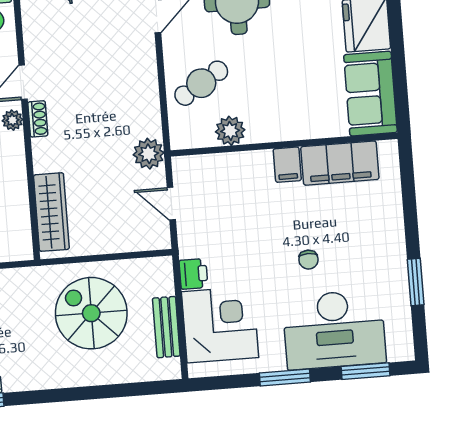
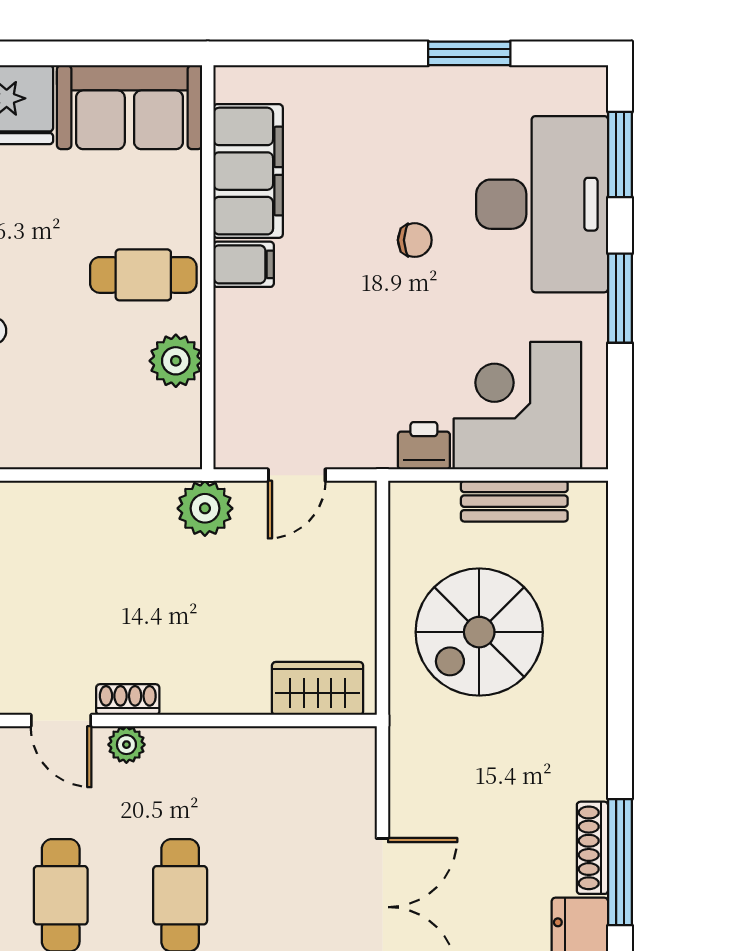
cafe table: (201, 83) -> (143, 275), moved, turned -58
wardrobe: (51, 212) -> (318, 688), width x0.67

